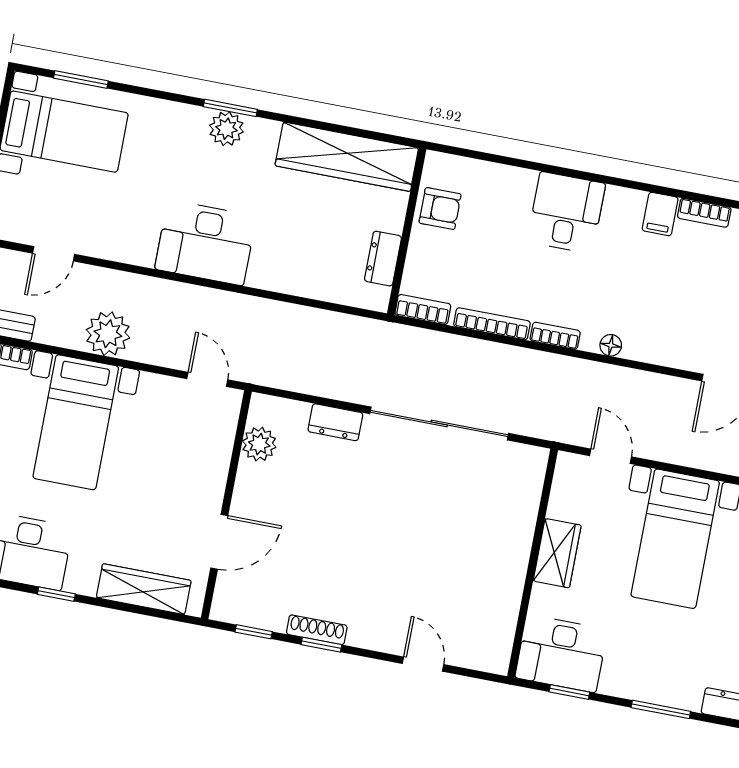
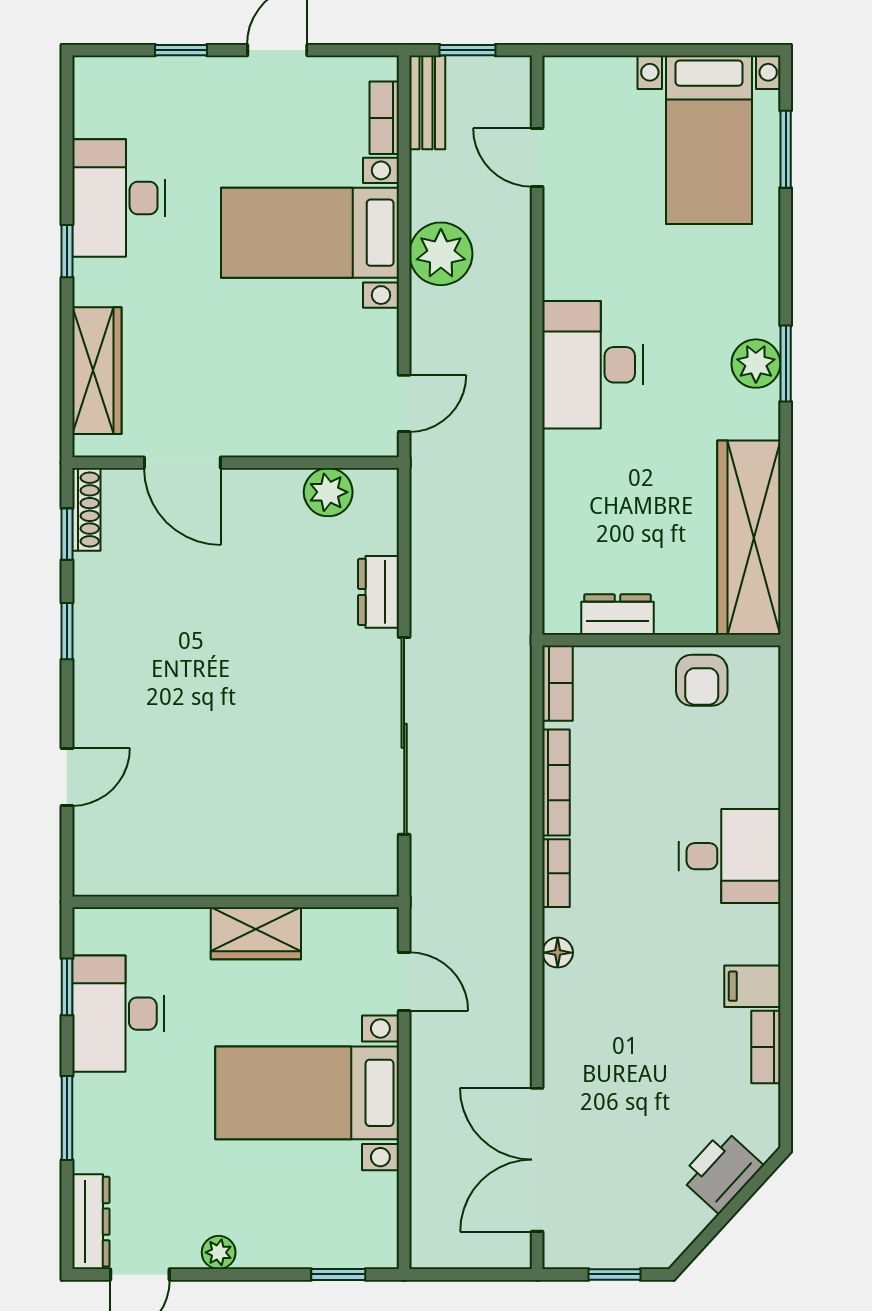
door: (610, 456) -> (404, 981), hinge flipped
shoe rack: (317, 630) -> (86, 509), moved
desk: (561, 654) -> (118, 1014), moved

